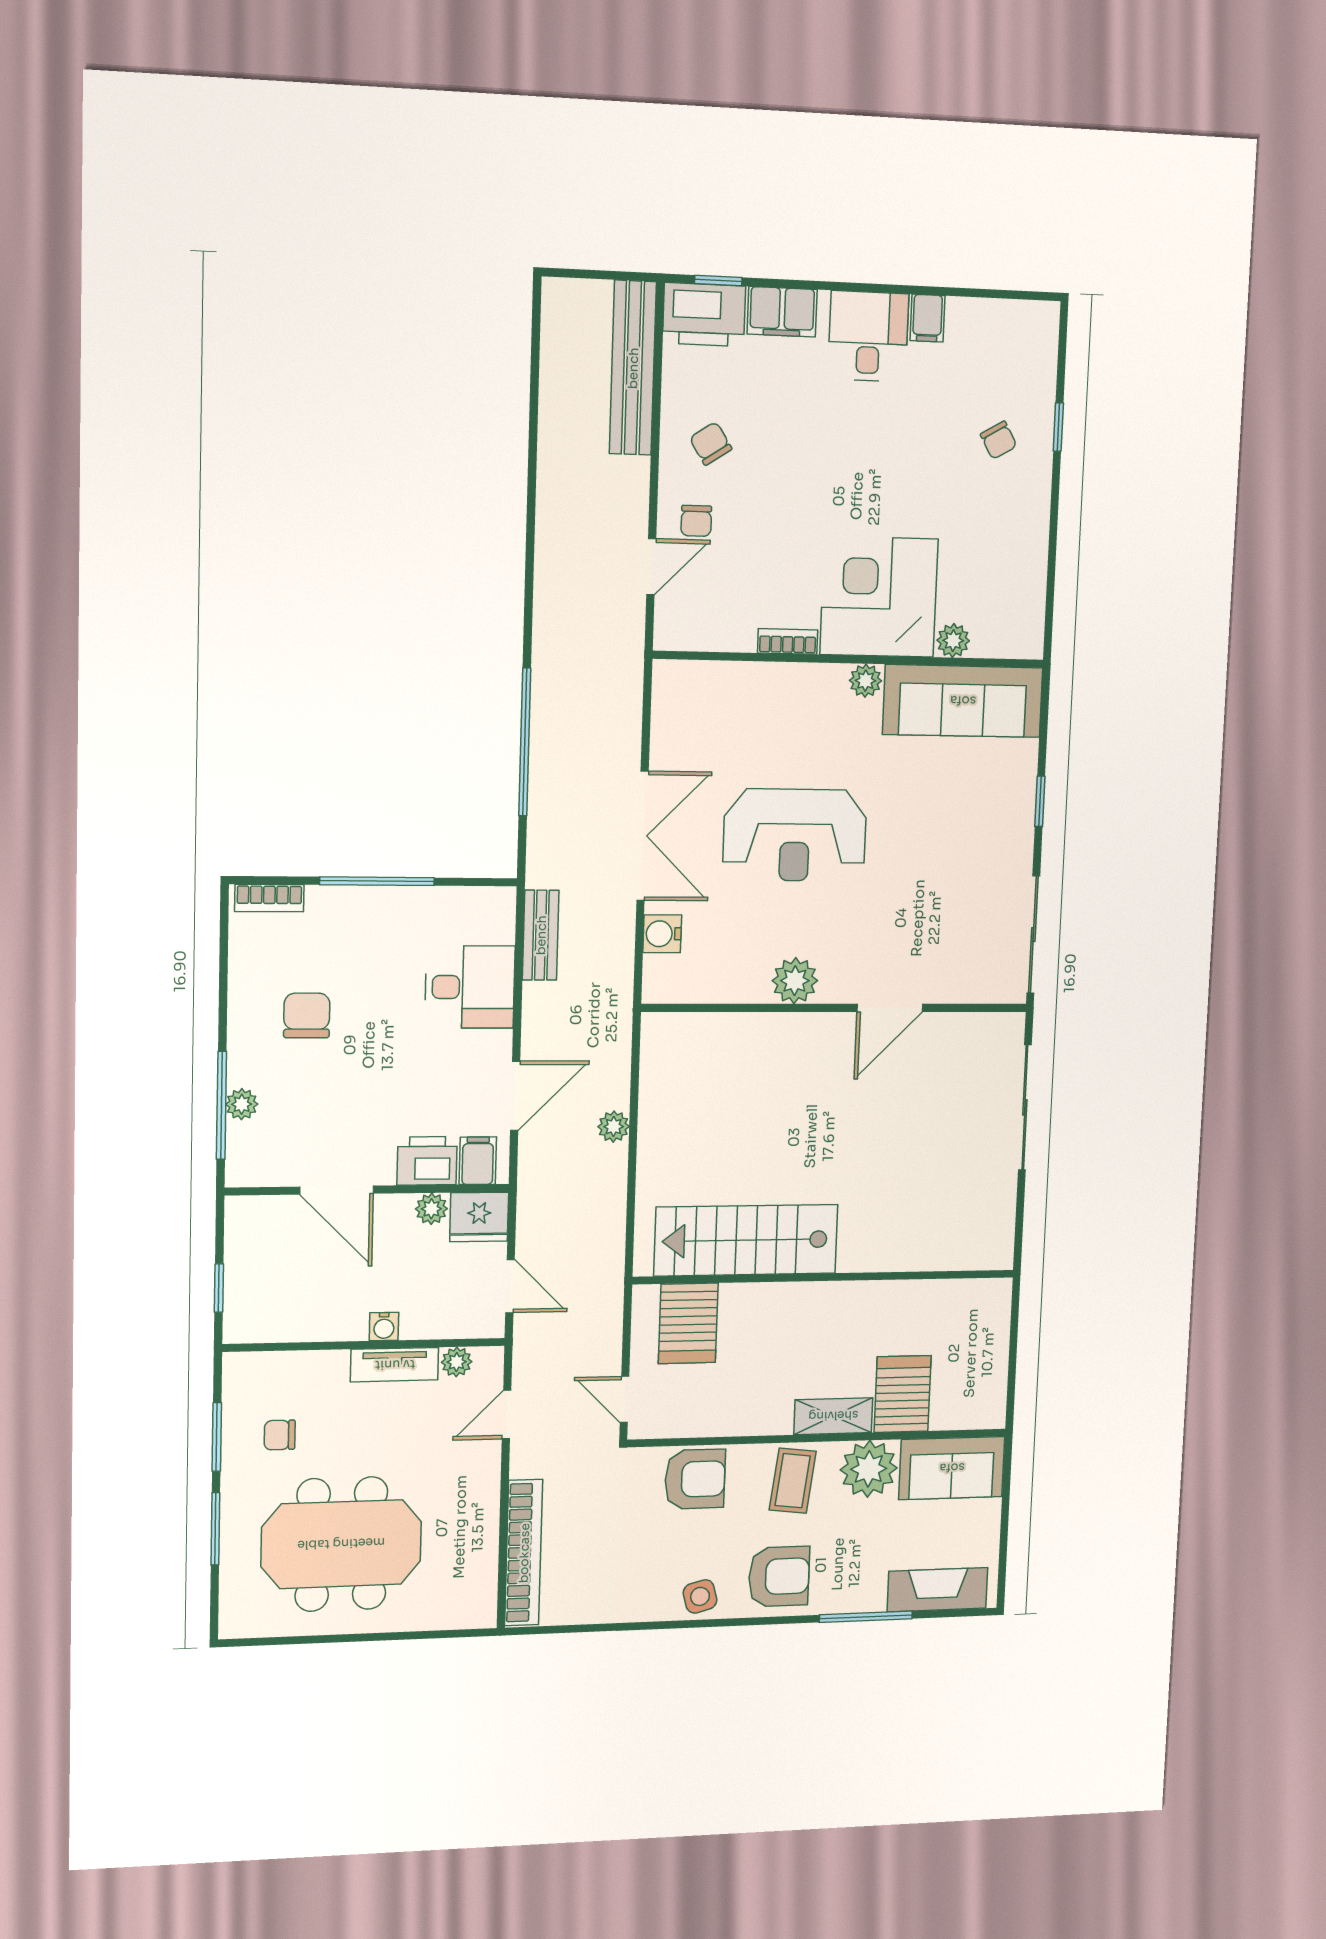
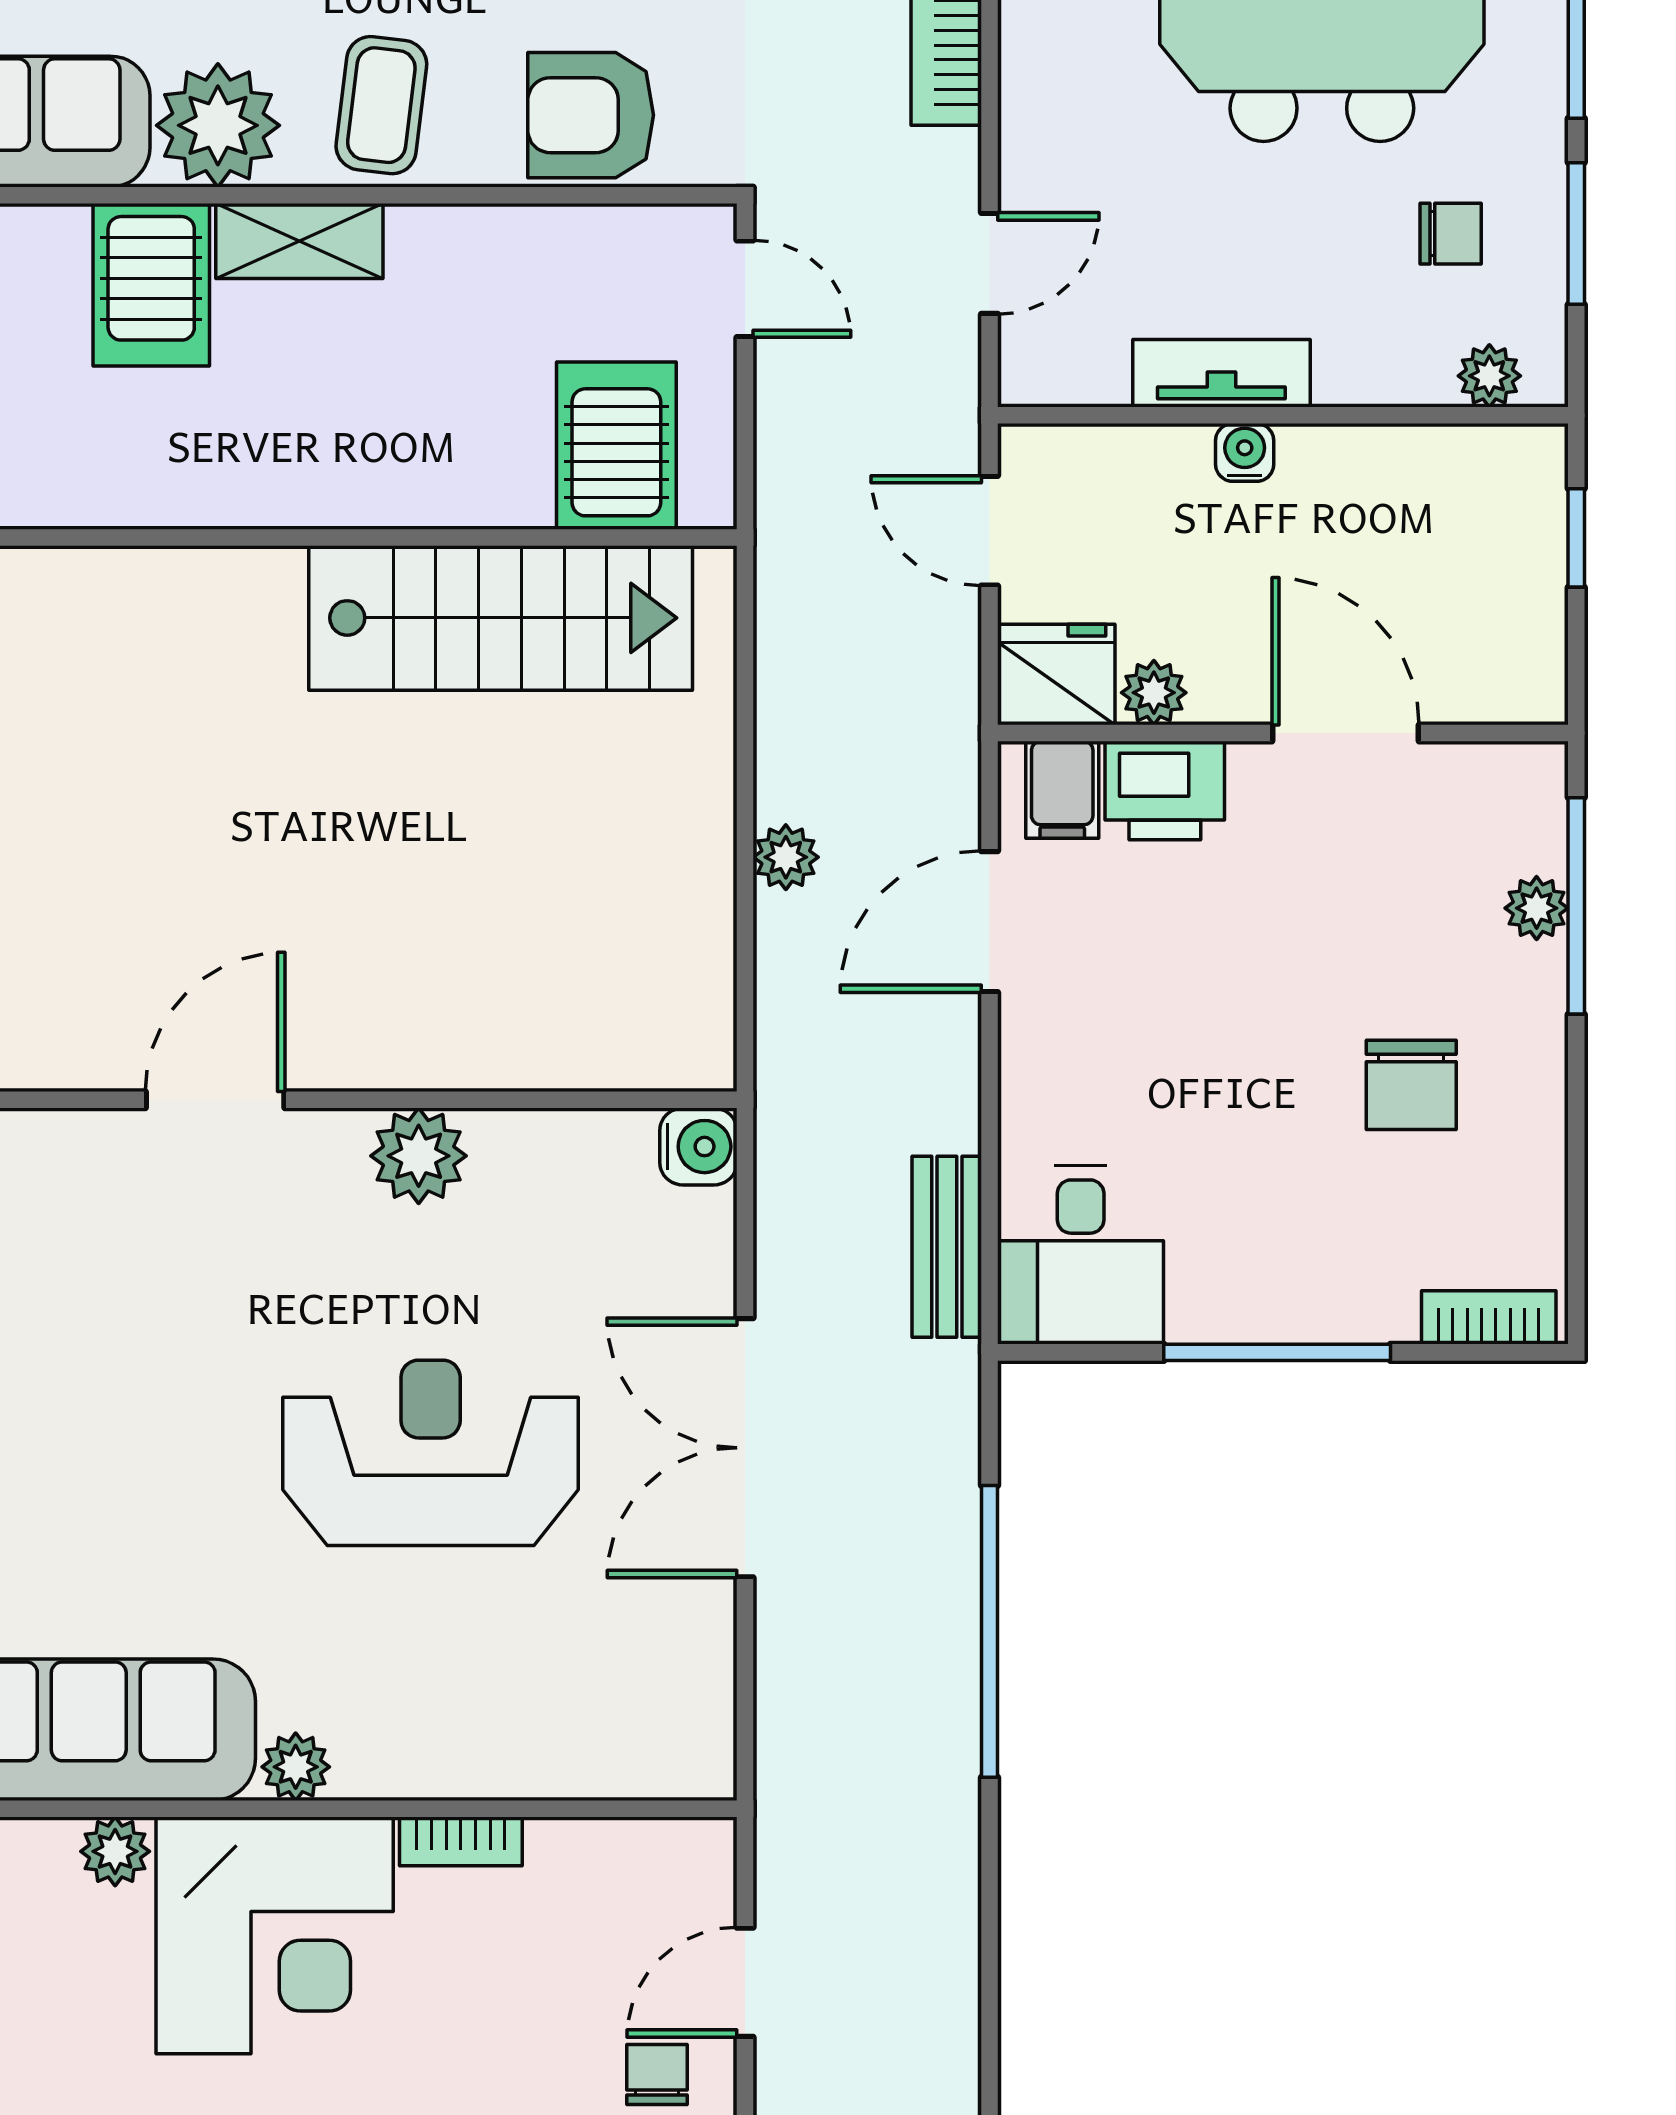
water cooler: (662, 934) -> (698, 1147), moved
desk: (470, 987) -> (1081, 1255), moved, turned -90
plant: (457, 1362) -> (1489, 376), moved

